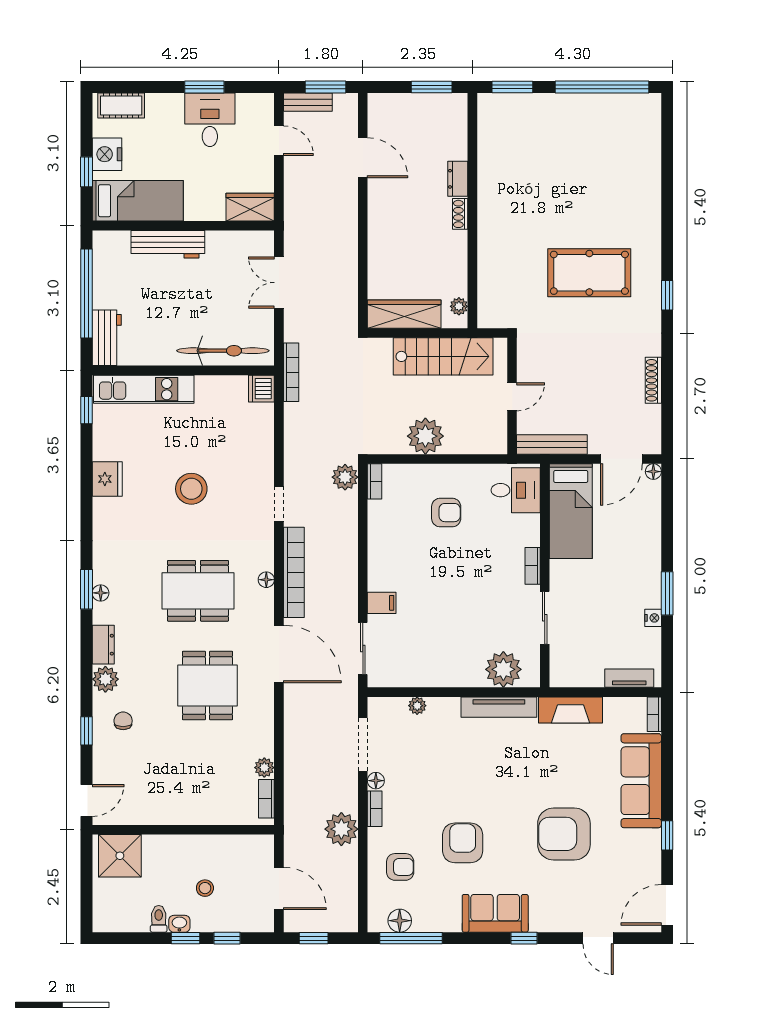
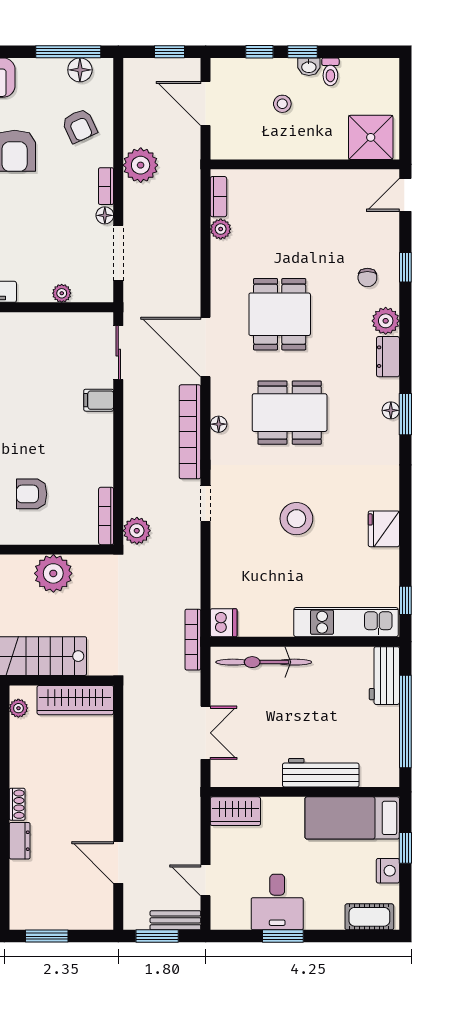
nightstand: (107, 154) -> (388, 871), width x0.74, depth x0.75
bookcase: (375, 481) -> (106, 516), width x1.56
armchair: (400, 867) -> (79, 126), turned -115

